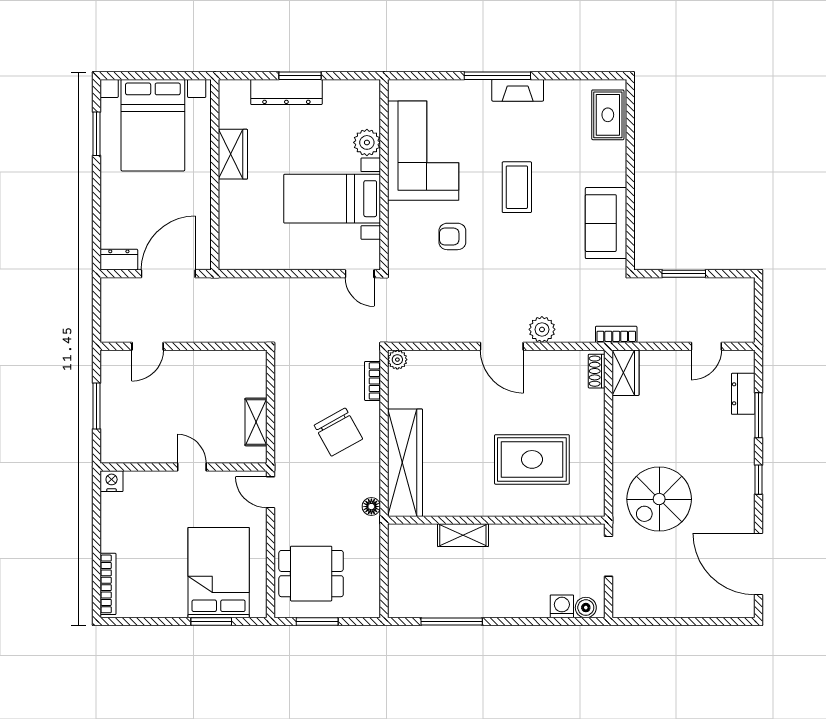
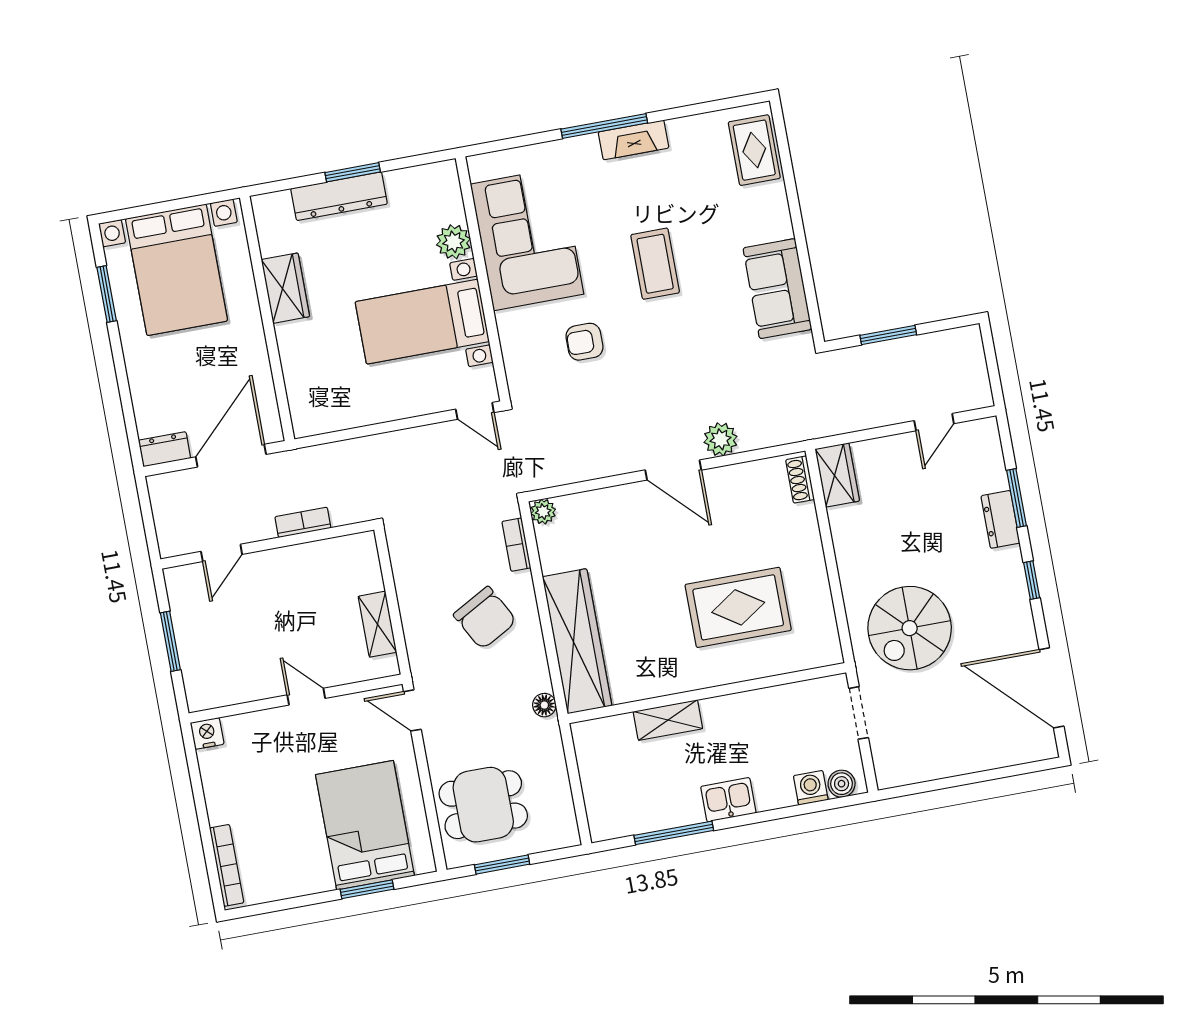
bookcase: (616, 334) -> (303, 522), moved
dresser: (743, 394) -> (1000, 519), moved
kitchen sink: (498, 604) -> (728, 800), added

